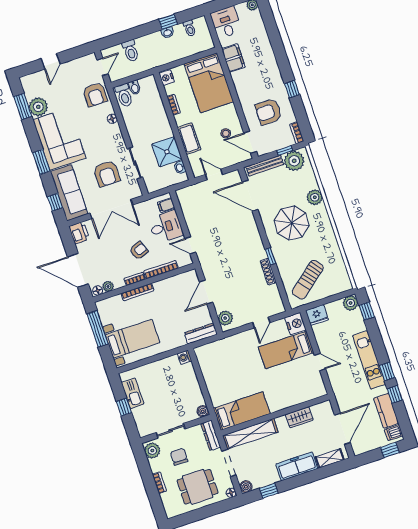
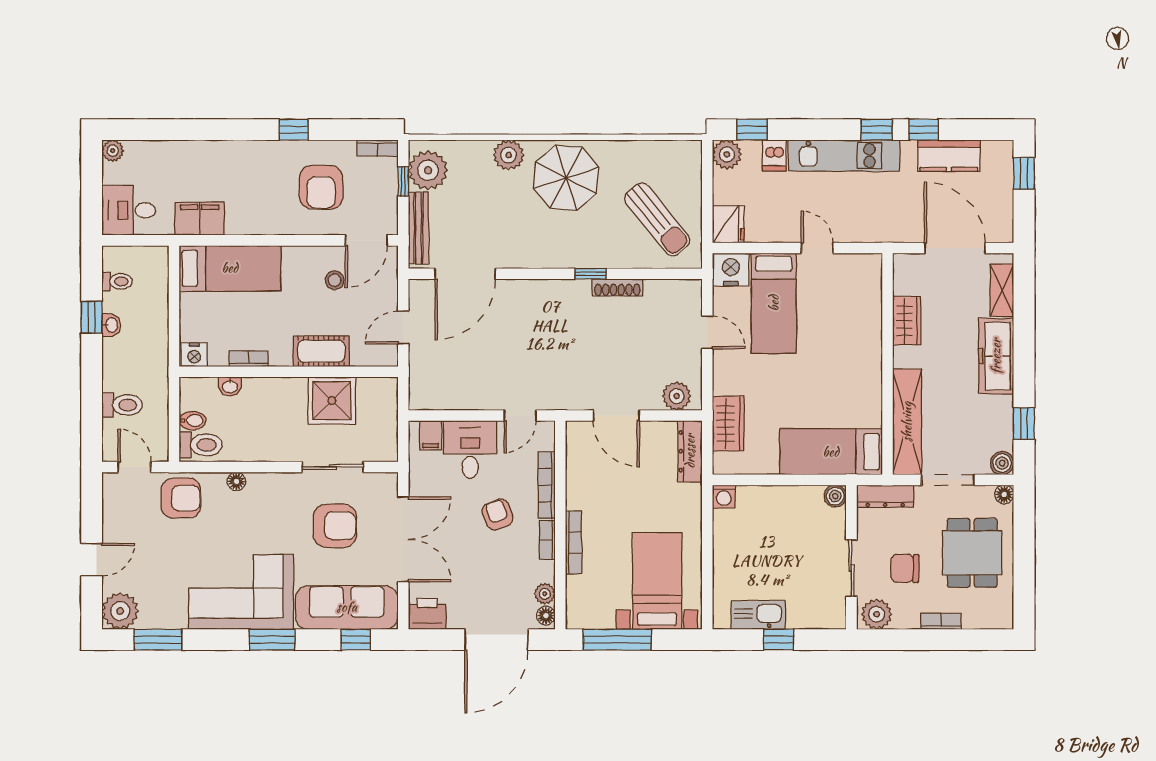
door: (51, 61) -> (92, 560), hinge flipped
bed: (209, 83) -> (230, 268), width x0.67
plant: (38, 107) -> (120, 611), moved
washbasin: (180, 168) -> (230, 386), moved
parasol: (292, 223) -> (566, 178), moved
wardrobe: (220, 348) -> (728, 424), added
door: (320, 362) -> (817, 248), hinge flipped
bed: (242, 411) -> (831, 452), moved, turned -90
dishwasher: (394, 433) -> (774, 155), moved

